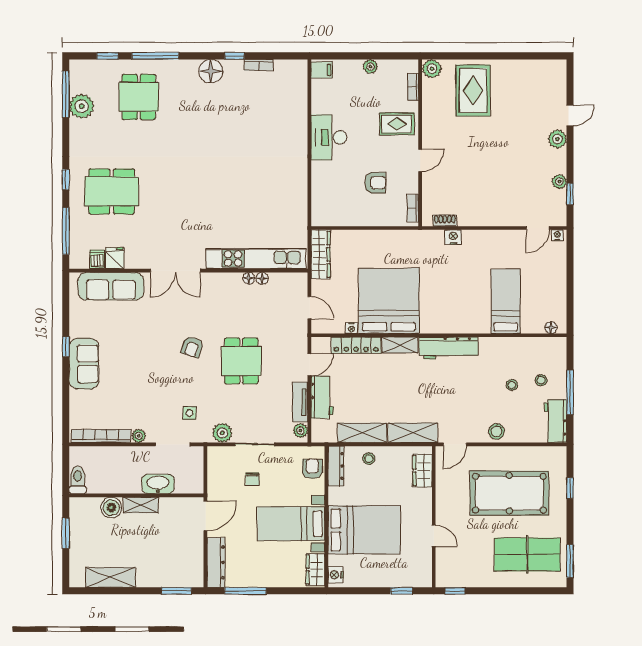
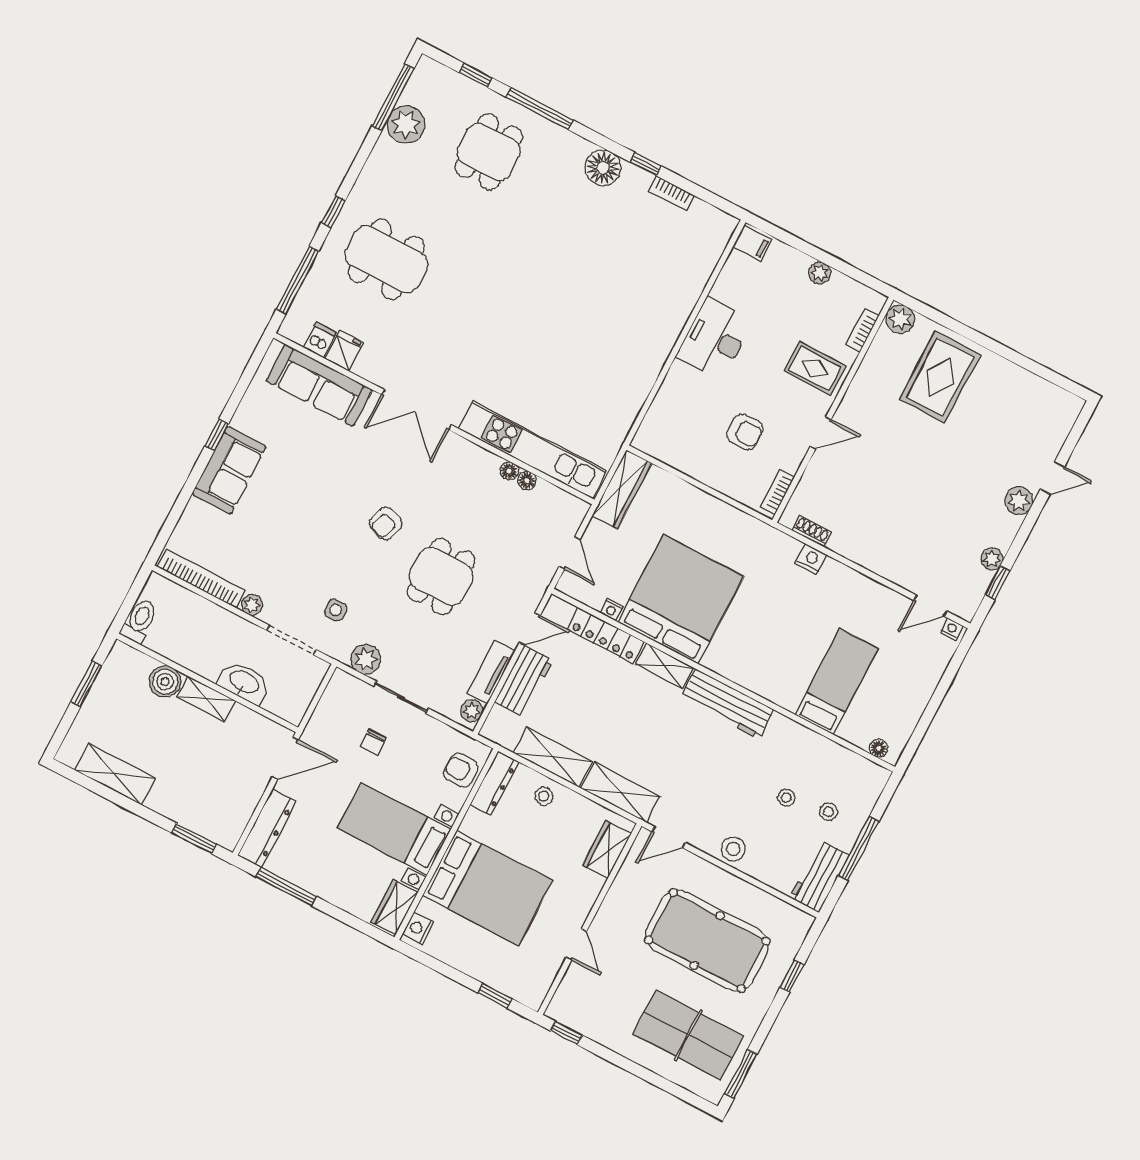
armchair: (312, 469) -> (461, 770), turned -90

